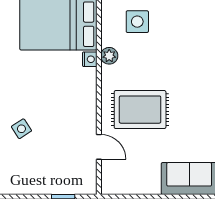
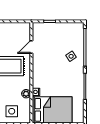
door: (99, 147) -> (31, 47), hinge flipped

